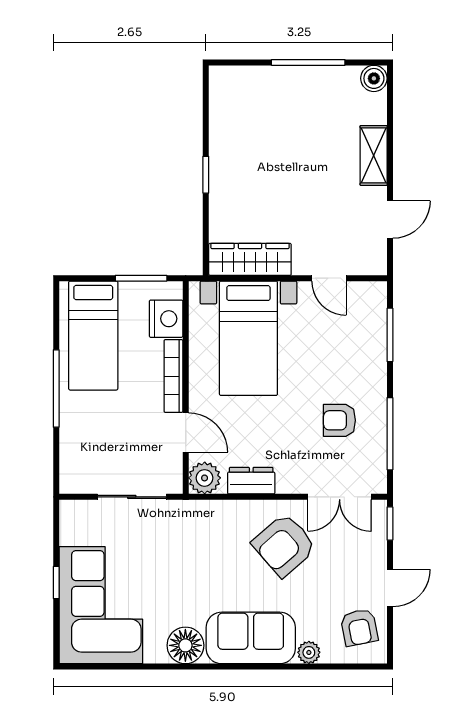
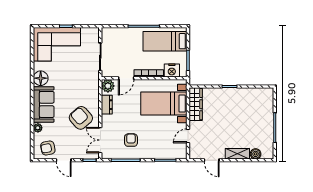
boiler: (374, 78) -> (256, 154), moved

